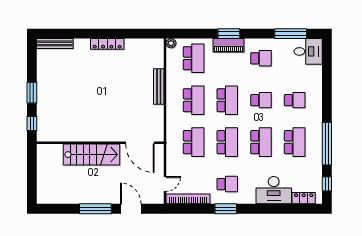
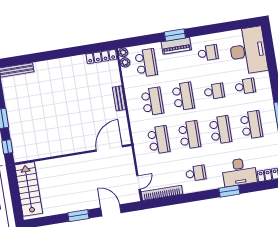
window: (291, 34) -> (232, 26), removed
locker: (107, 44) -> (101, 57), moved
desk: (308, 51) -> (248, 51), width x1.87, depth x1.30
plant: (171, 54) -> (125, 62), added
bench: (159, 86) -> (119, 98), width x0.73
door: (140, 143) -> (109, 148), swing flipped
stairs: (92, 155) -> (29, 189), moved, turned -90
window: (95, 209) -> (78, 216), width x0.69
window: (226, 209) -> (229, 191), moved

